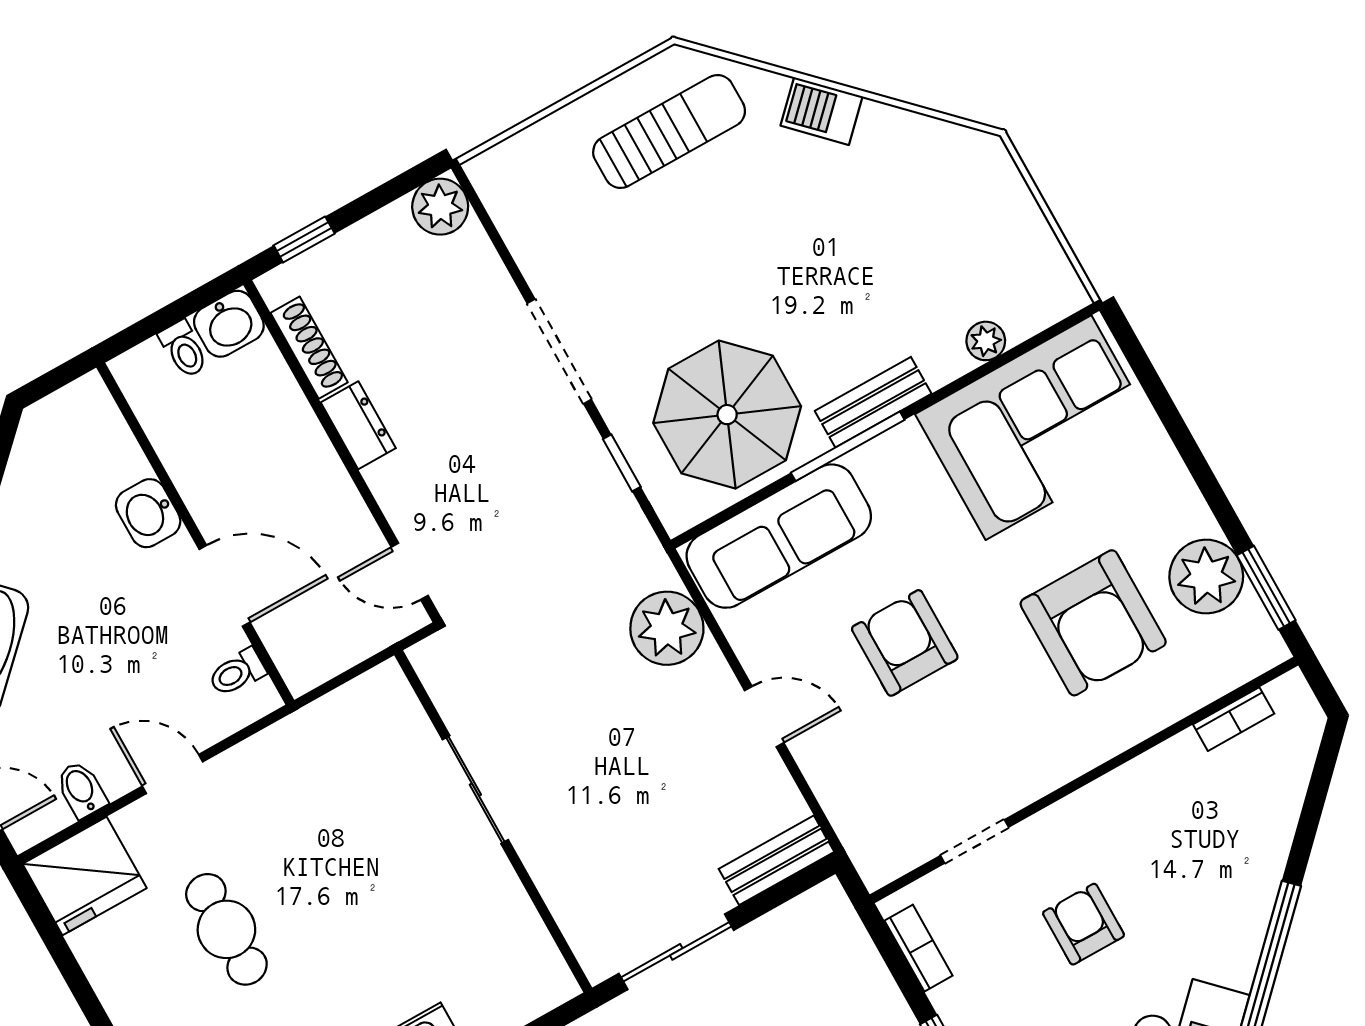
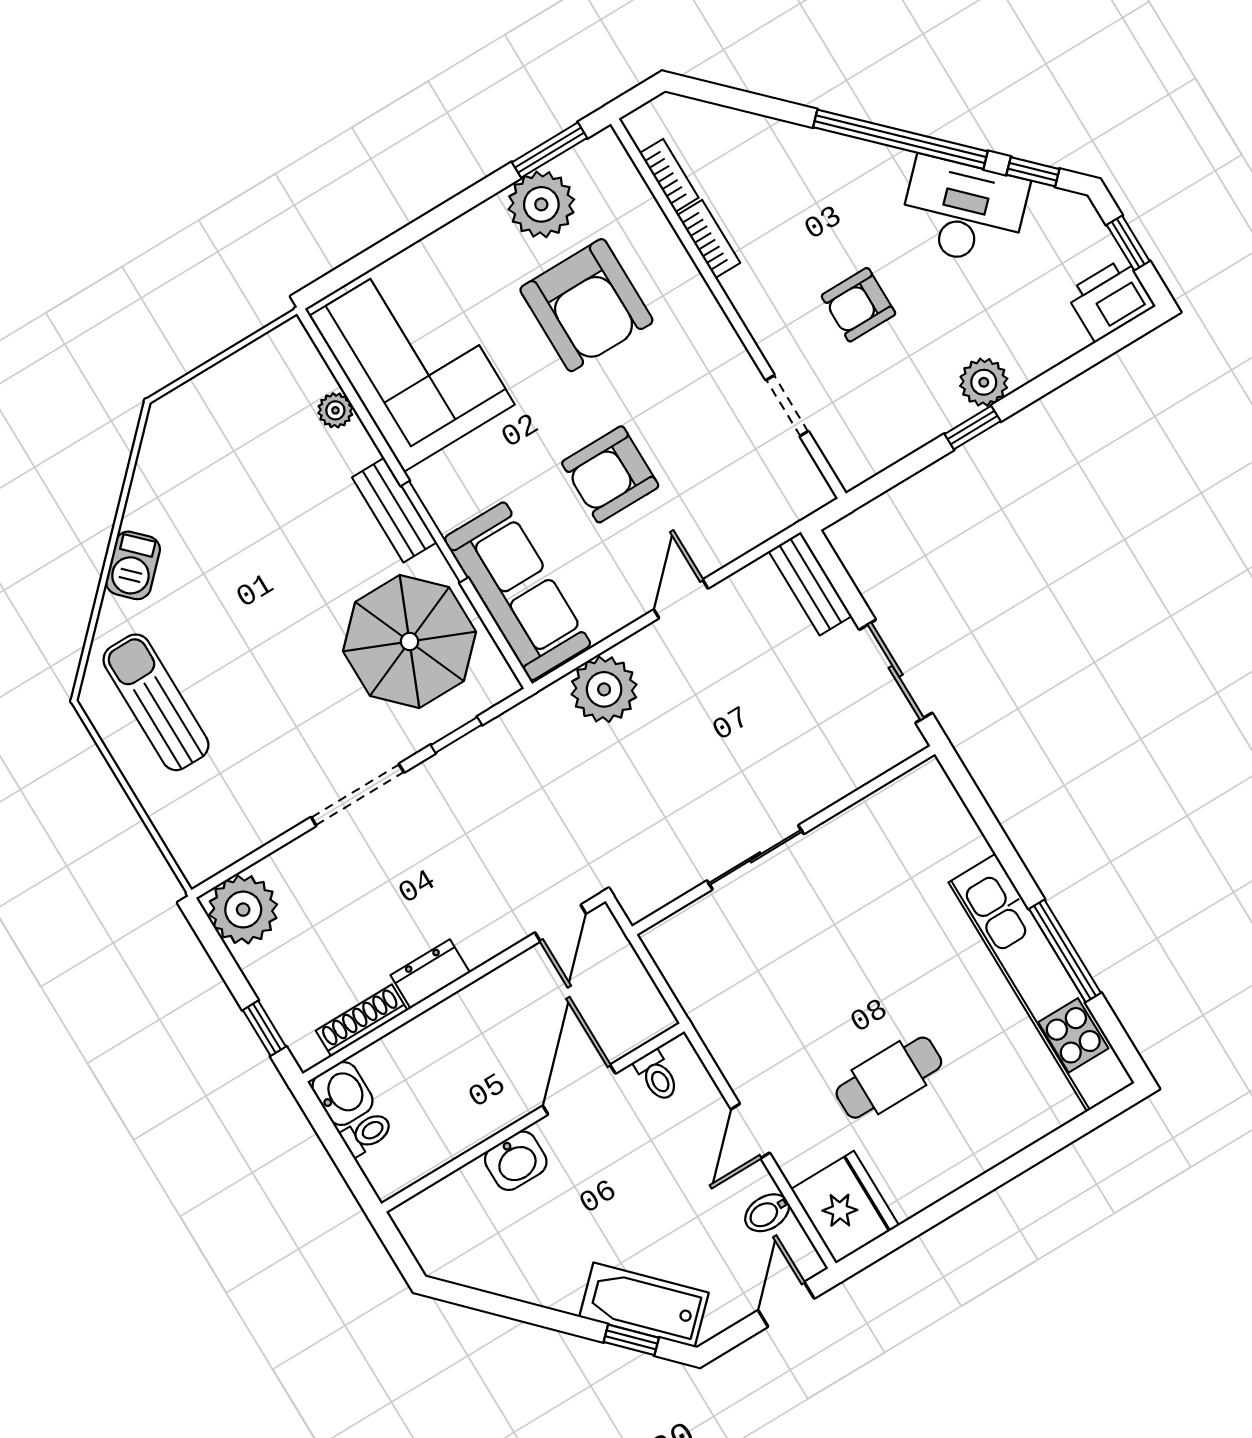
plant: (440, 207) -> (243, 910), width x1.36, depth x1.36
armchair: (1093, 623) -> (586, 305), turned 90
bookcase: (919, 948) -> (709, 239), moved, turned 90

